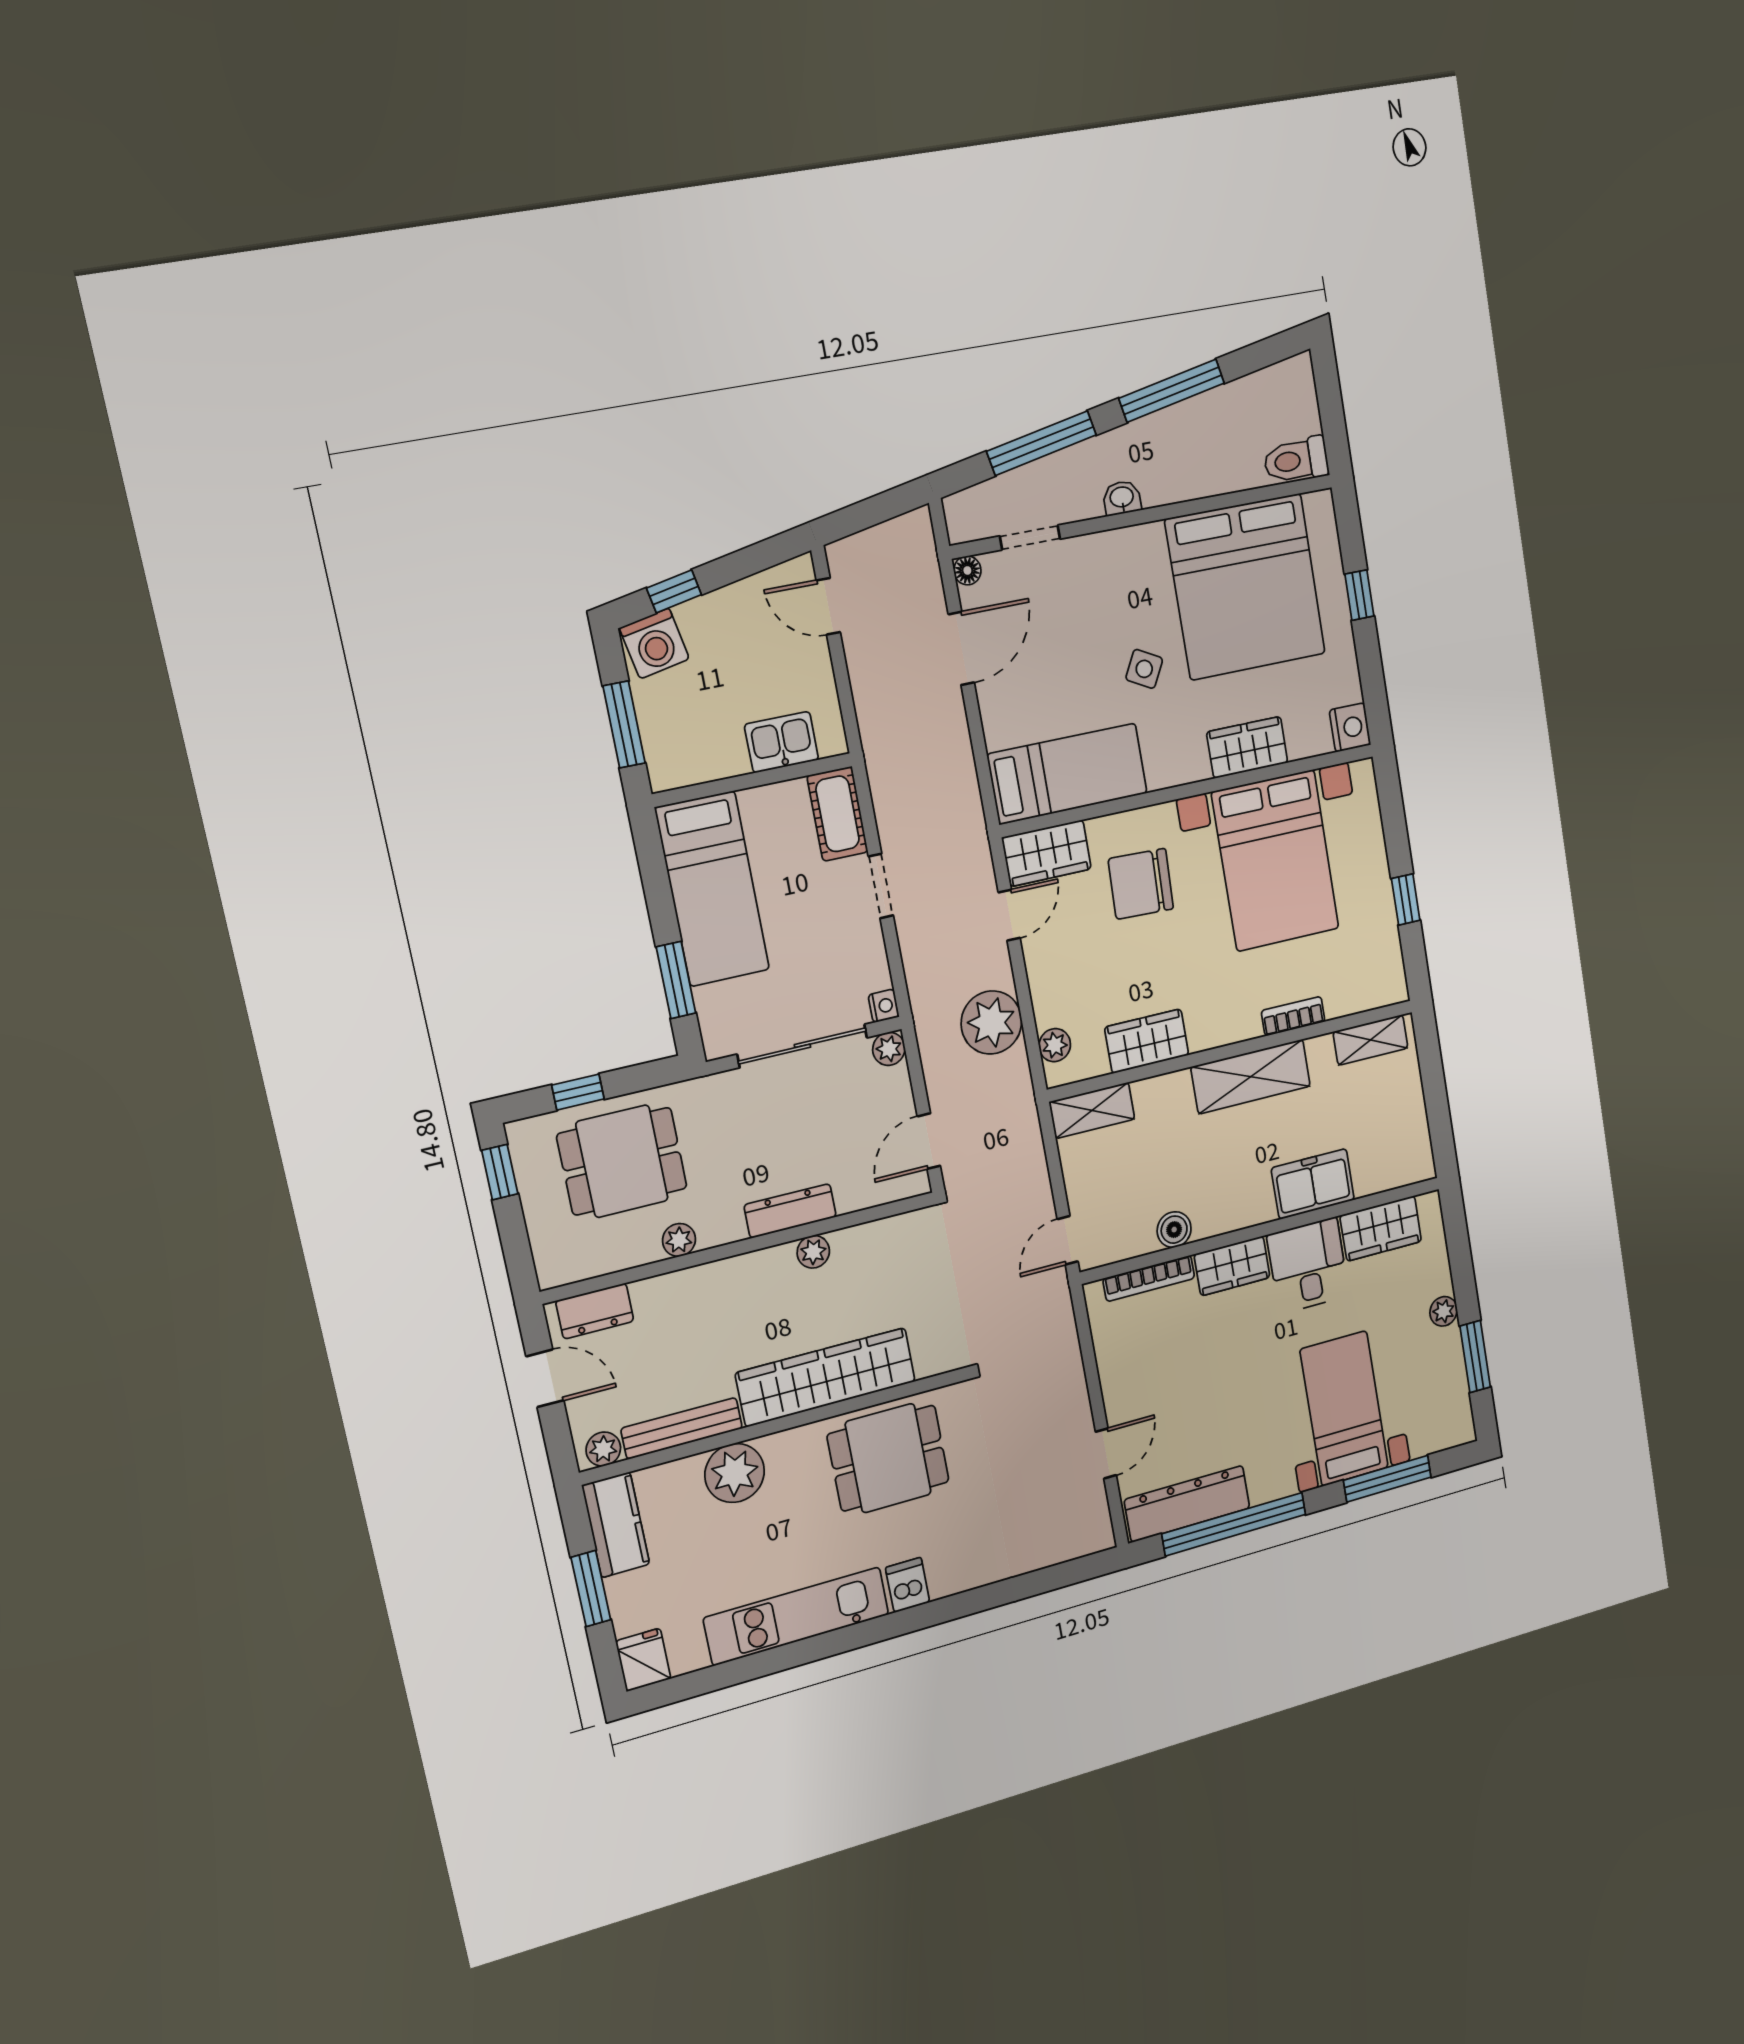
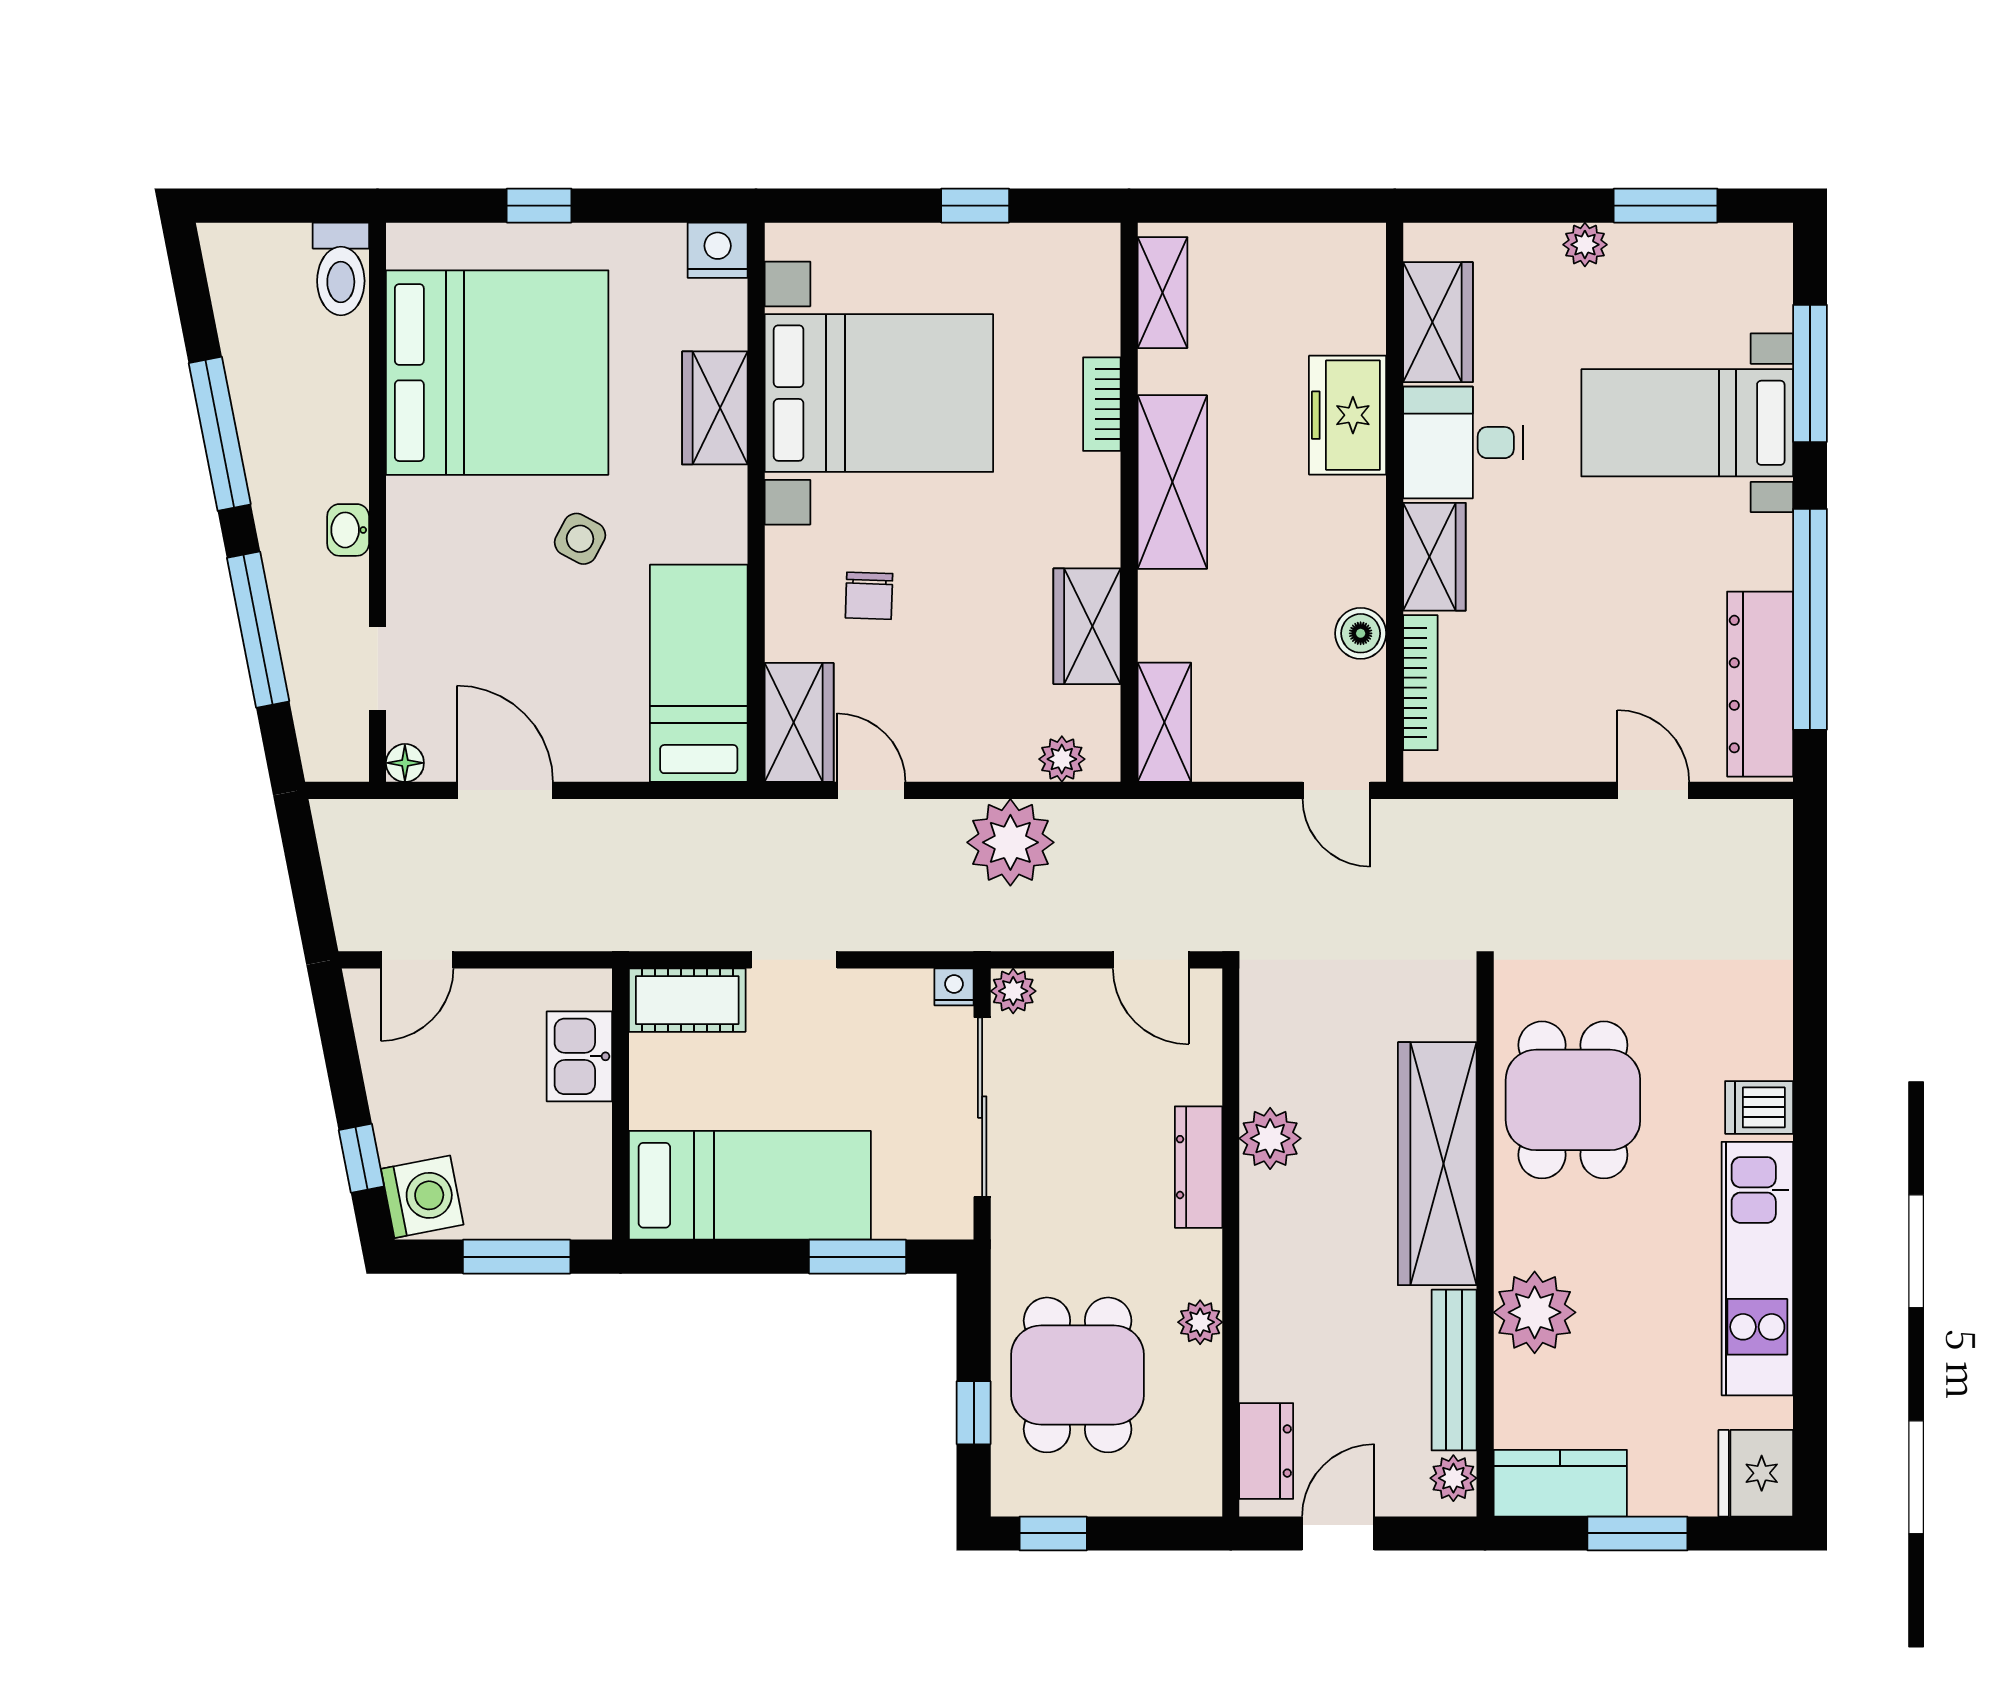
chair: (1141, 884) -> (869, 596), width x0.54, depth x0.54
plant: (813, 1252) -> (1270, 1138), width x1.38, depth x1.38
fridge: (643, 1660) -> (1756, 1473), width x1.38

